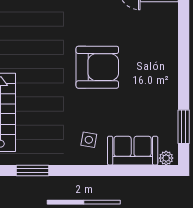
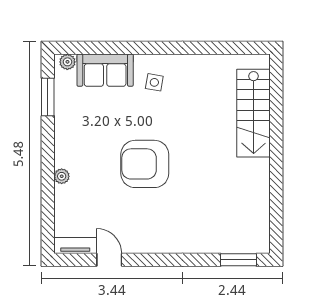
plant: (171, 56) -> (62, 176), added
window: (32, 171) -> (218, 48), removed

